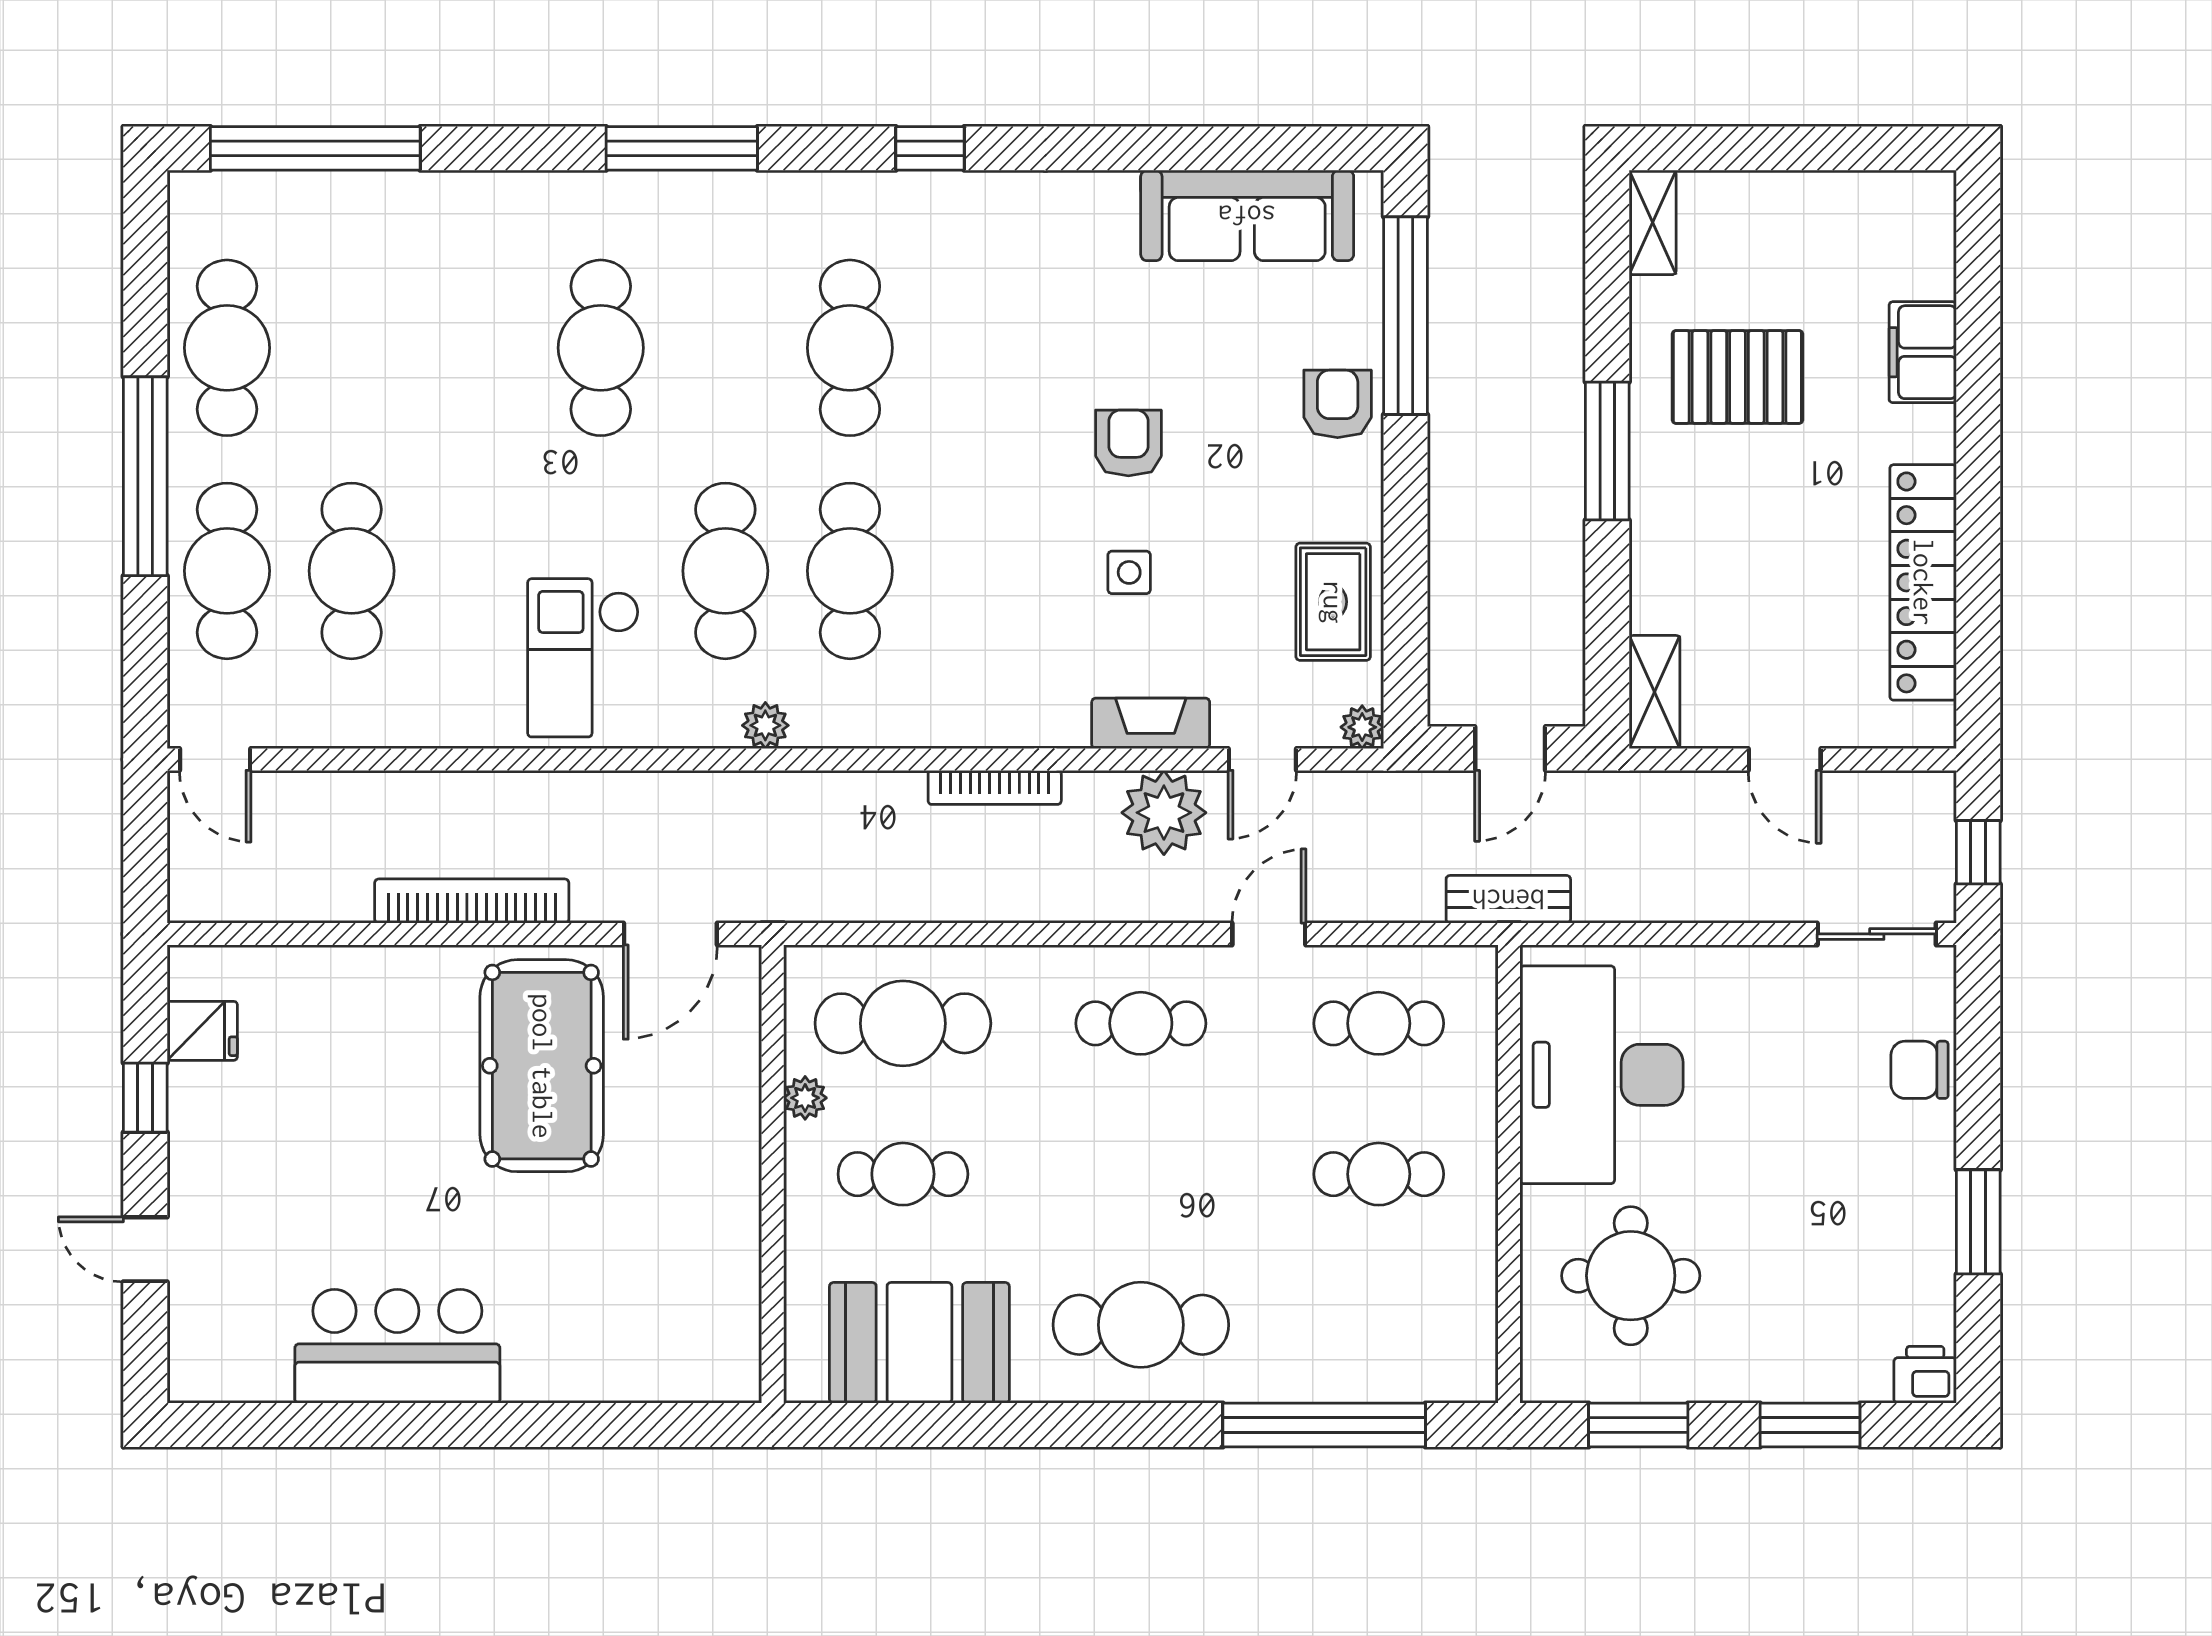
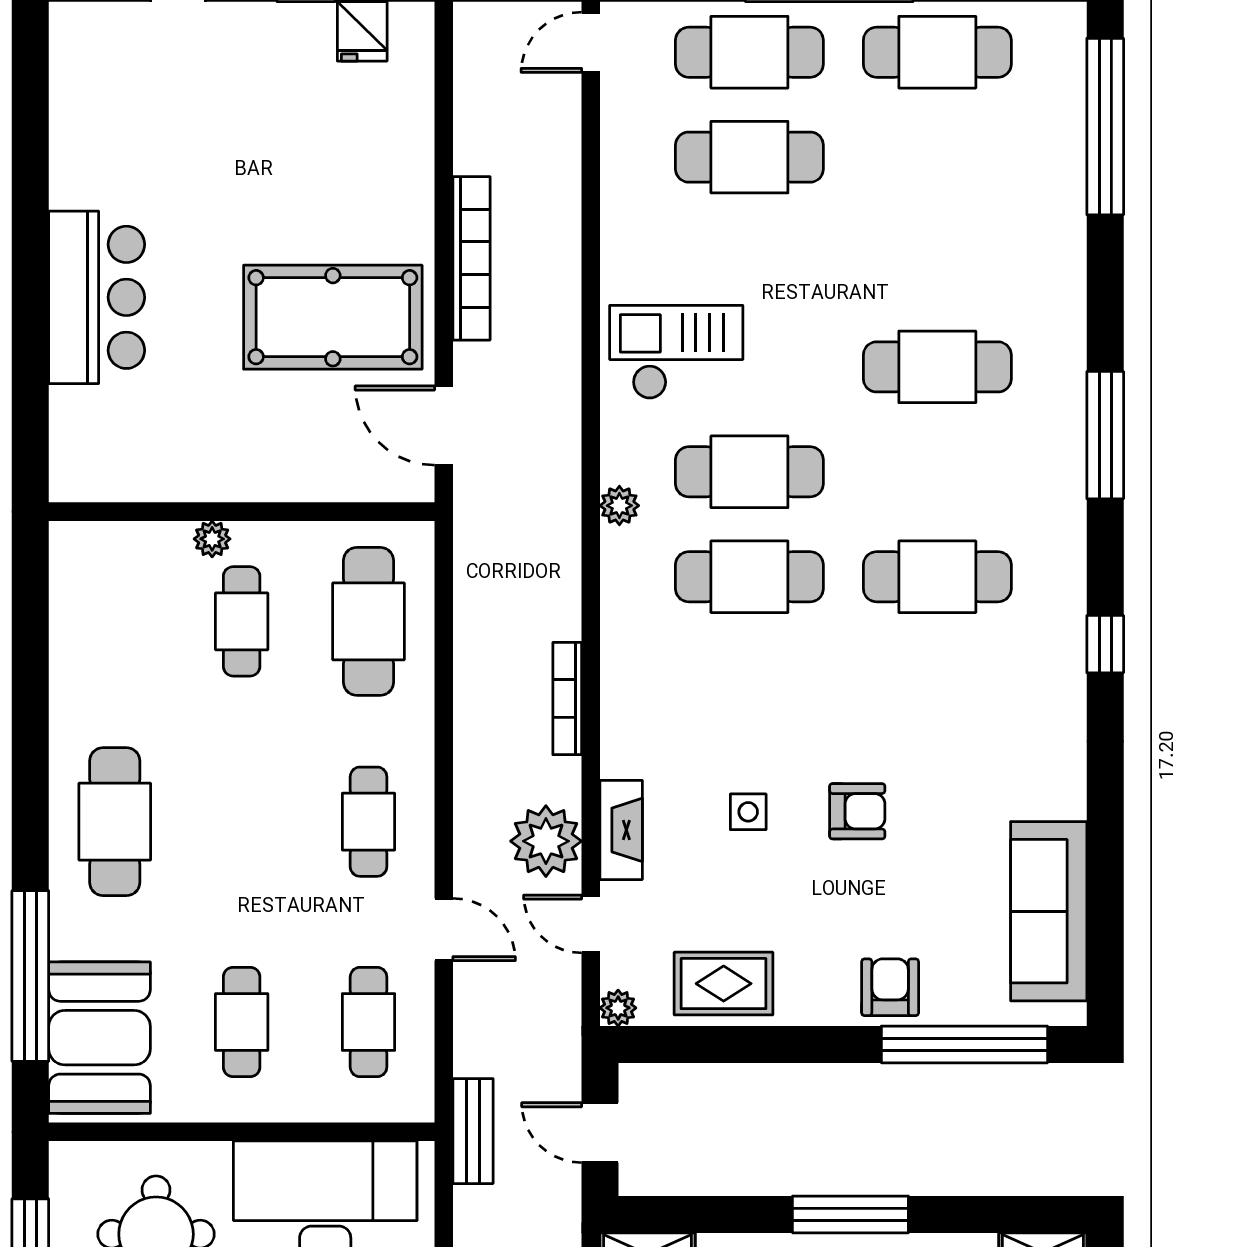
armchair: (1338, 404) -> (890, 987), turned -90
plant: (805, 1098) -> (212, 539), moved
booth: (919, 1343) -> (100, 1038), moved
bar counter: (397, 1346) -> (97, 297), moved

